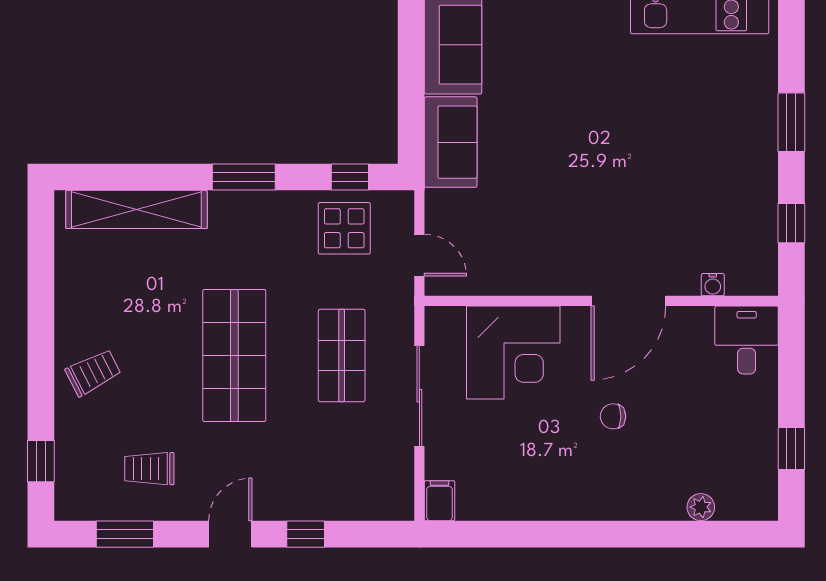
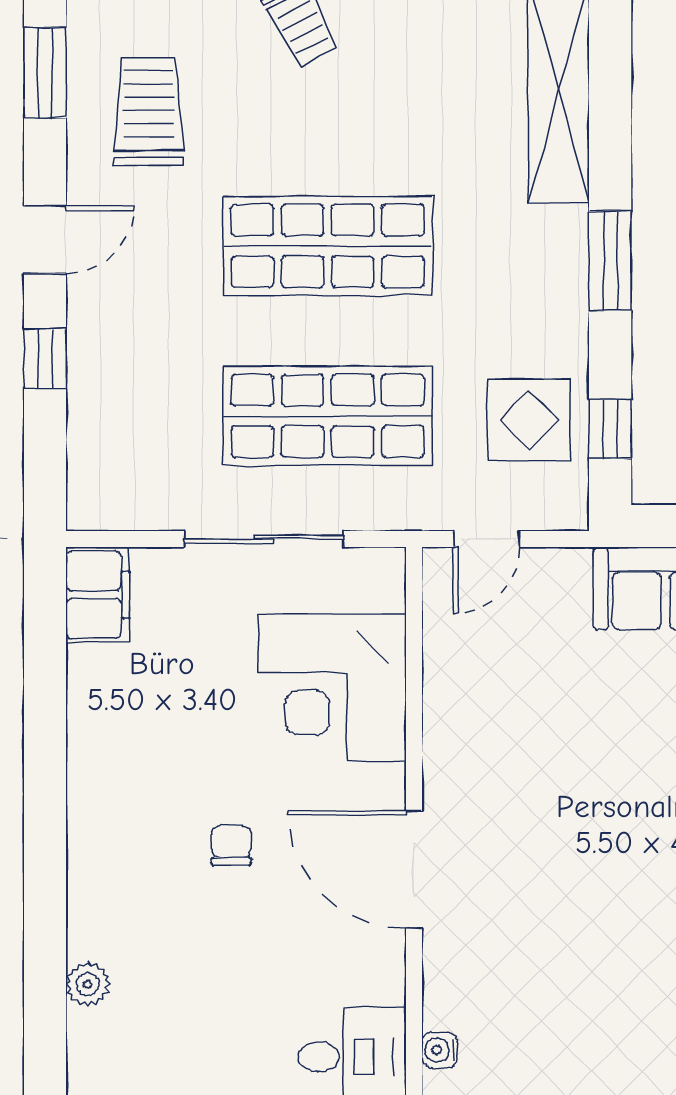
water cooler: (713, 285) -> (440, 1050), moved
shop shelf: (342, 356) -> (328, 416), width x1.43, depth x1.36
trolley: (149, 469) -> (148, 112), width x1.36, depth x1.39
filing cabinet: (440, 501) -> (98, 595), width x2.00
door: (230, 534) -> (45, 240), hinge flipped

